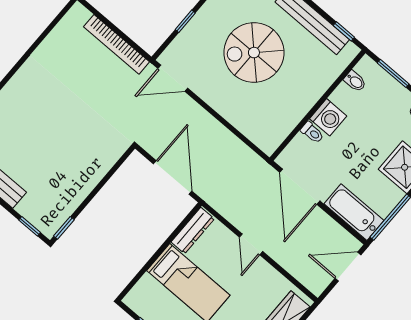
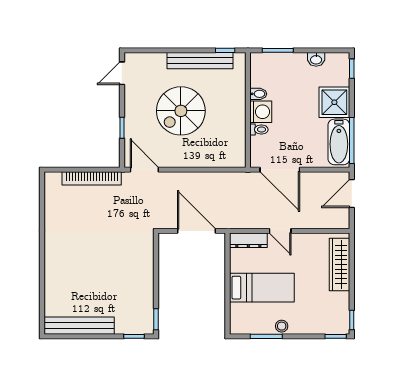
door: (173, 78) -> (144, 170), swing flipped
bidet: (355, 81) -> (258, 94), moved
bathtub: (354, 212) -> (339, 142), moved, turned -90
dresser: (193, 230) -> (248, 240), moved, turned 90

